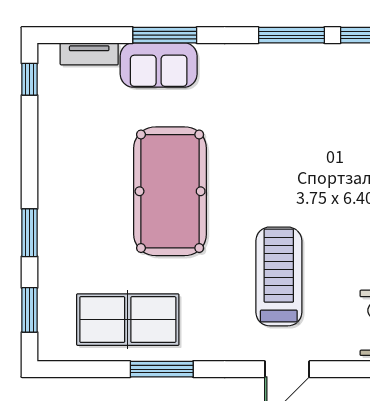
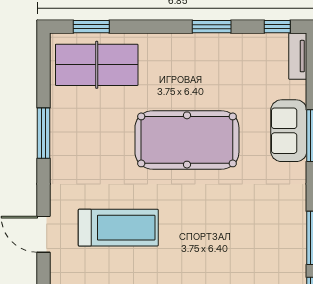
tv unit: (89, 54) -> (298, 56), moved
window: (29, 233) -> (212, 27), moved
table tennis table: (128, 320) -> (97, 65), moved, turned 90

